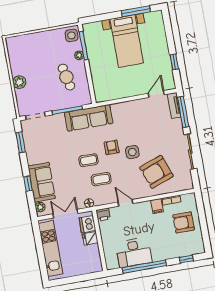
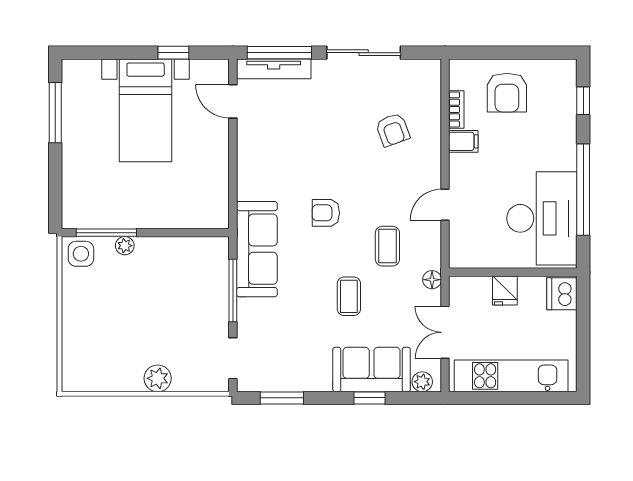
bed with nightstands: (127, 41) -> (146, 110), moved, turned 90
cafe table: (66, 77) -> (165, 280), removed
tv unit: (174, 105) -> (274, 69), width x1.41
side table: (132, 152) -> (343, 172), removed
coffee table: (89, 160) -> (349, 296), moved
armchair: (156, 172) -> (393, 130), width x0.53, depth x0.53
printer: (103, 215) -> (461, 255), removed
dishwasher: (87, 224) -> (562, 294), moved, turned 90
desk: (134, 252) -> (542, 218), width x1.36, depth x1.30

